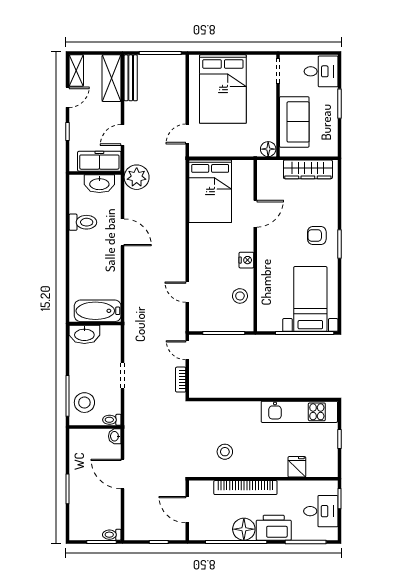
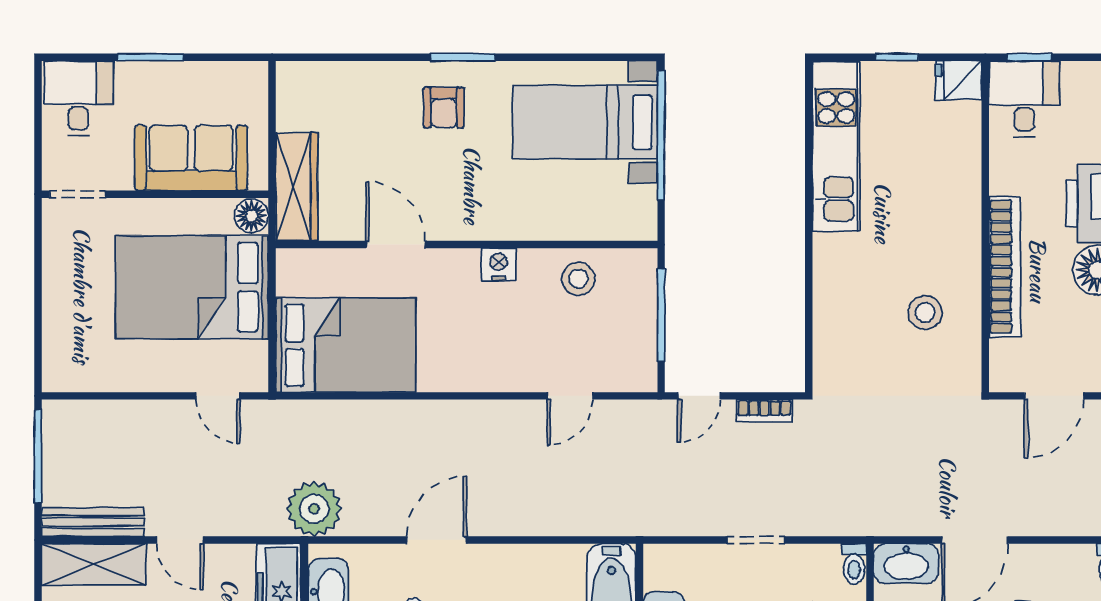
bed: (223, 89) -> (192, 287), moved, turned 180
door: (123, 135) -> (180, 540), moved
wardrobe: (308, 169) -> (297, 187), moved
washbasin: (115, 436) -> (906, 563), width x1.91, depth x1.45
fridge: (297, 467) -> (959, 80), moved
desk: (321, 511) -> (1024, 99), moved

